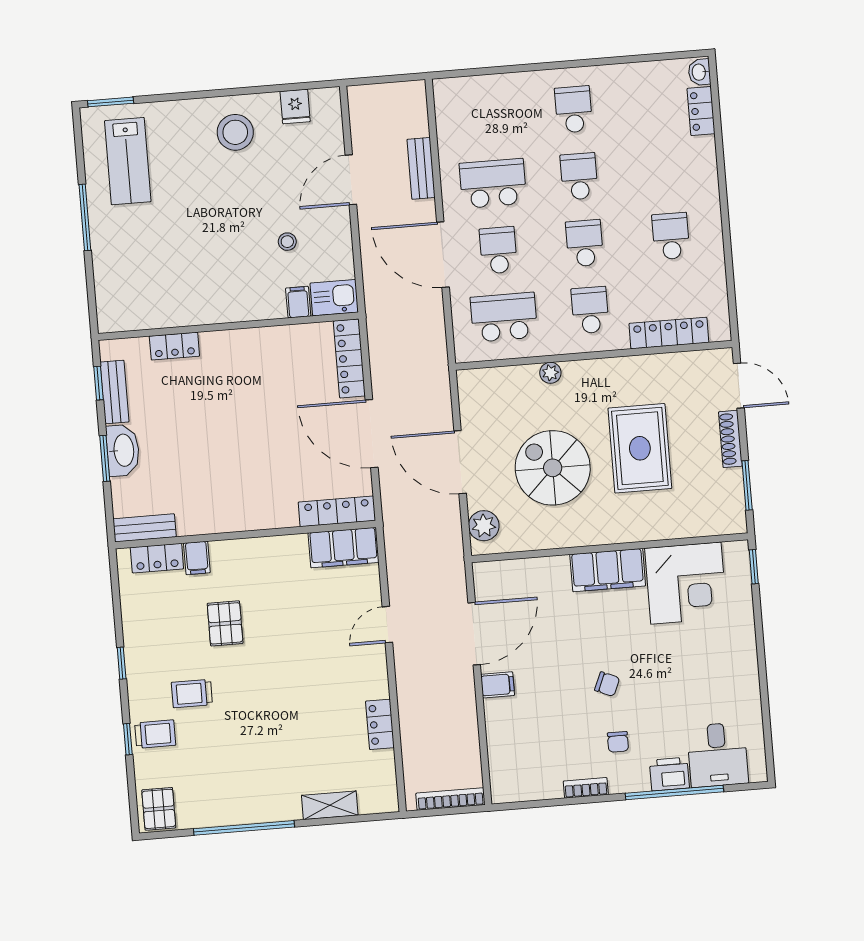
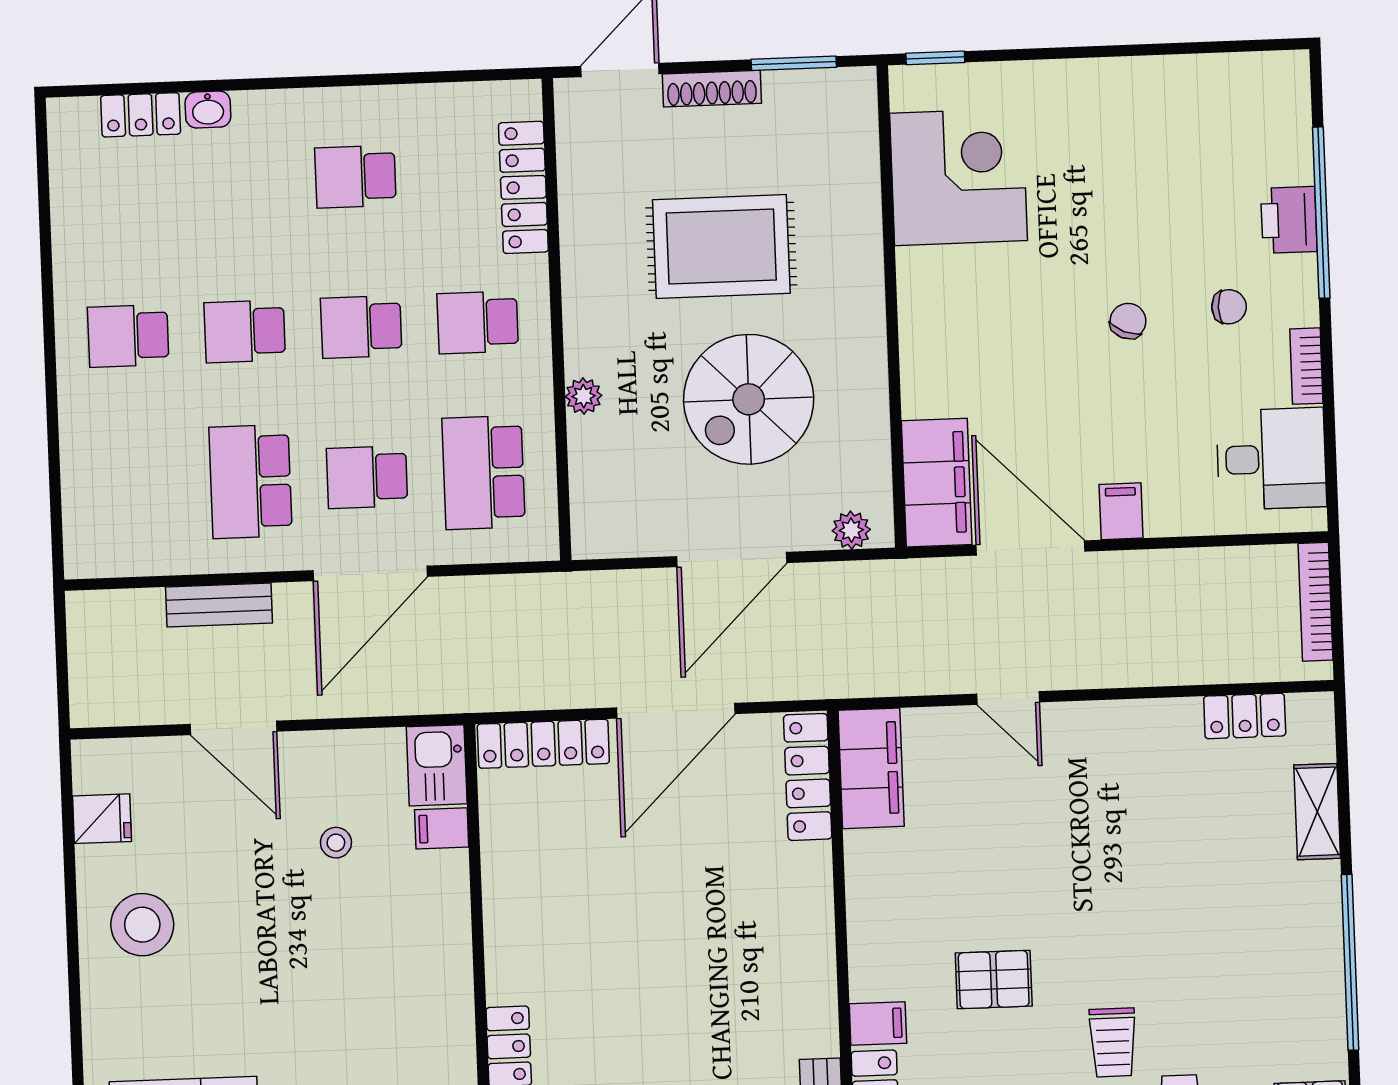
washbasin: (699, 72) -> (208, 110), moved
plant: (484, 526) -> (851, 530), width x0.73, depth x0.73
filing cabinet: (608, 570) -> (937, 483), moved
locker: (380, 724) -> (1245, 716), moved
desk: (718, 755) -> (1271, 459), moved

